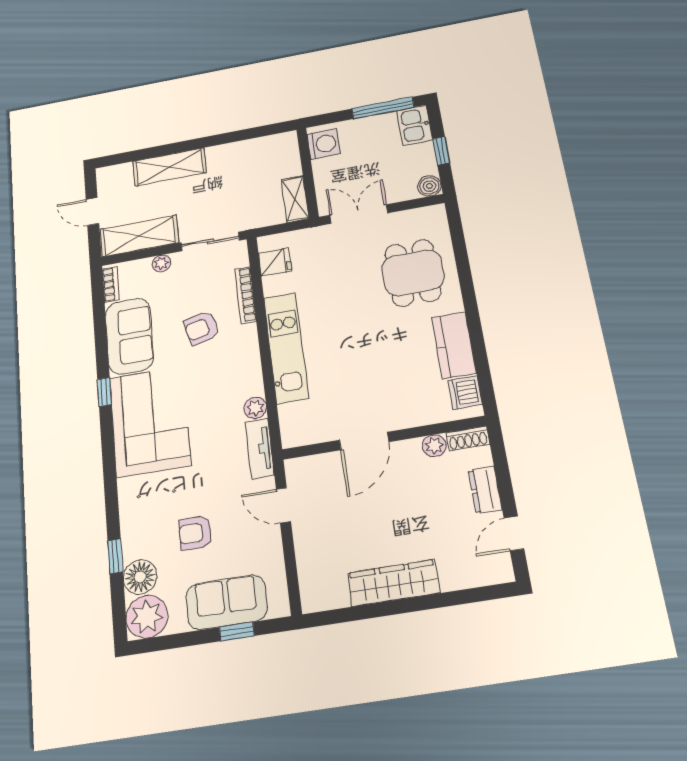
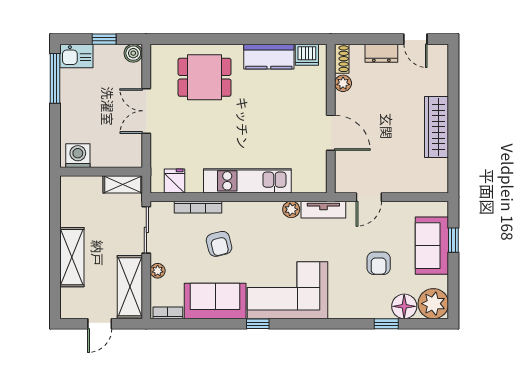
washing machine: (324, 144) -> (78, 156), moved
wall: (308, 173) -> (101, 172), moved
shelving: (295, 199) -> (123, 184), moved

